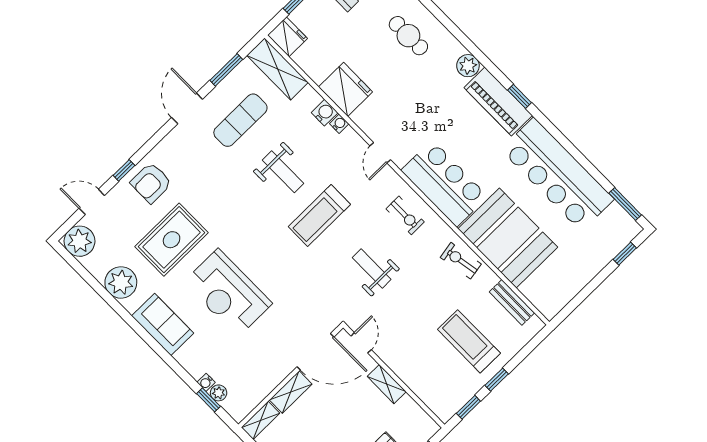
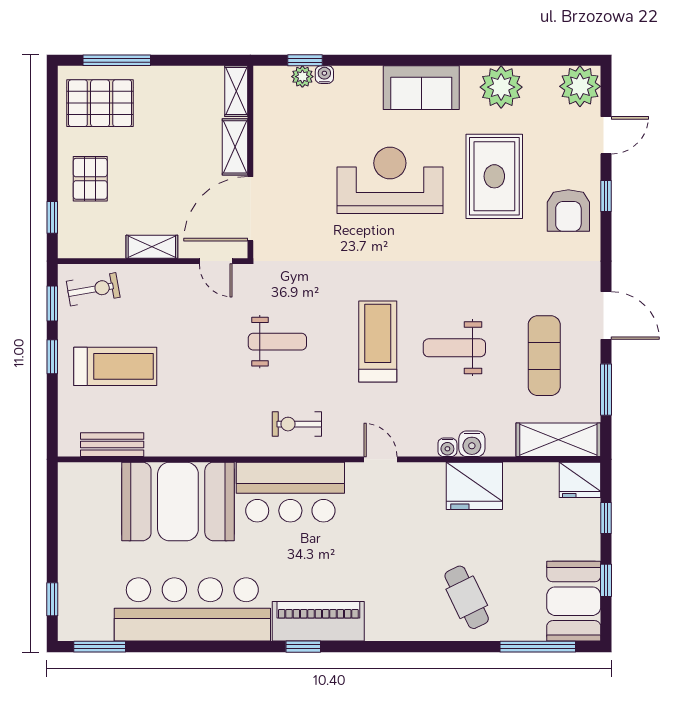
cafe table: (408, 36) -> (467, 597), turned 64
plant: (468, 66) -> (381, 626), removed
armchair: (151, 183) -> (568, 210), turned 180
exercise bike: (461, 261) -> (93, 289), moved

